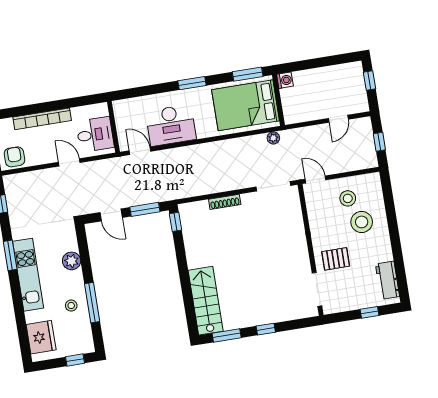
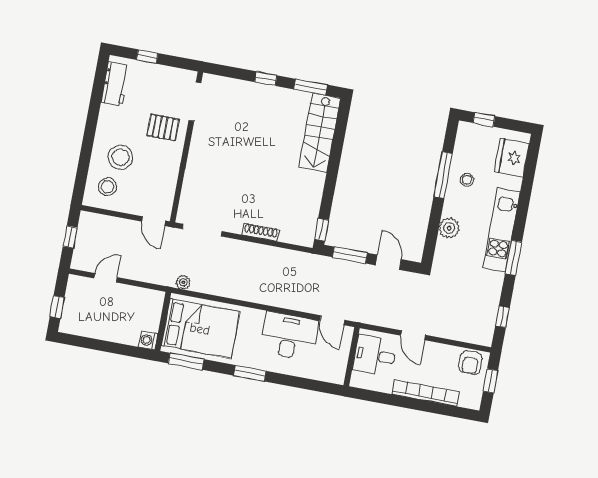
stool: (348, 198) -> (108, 187), moved

